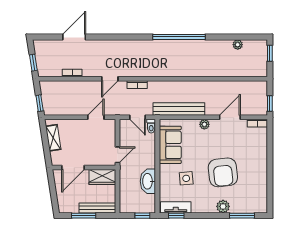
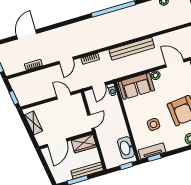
bench: (179, 109) -> (132, 49), moved
door: (96, 117) -> (64, 96), hinge flipped
door: (138, 117) -> (98, 86), hinge flipped
door: (230, 117) -> (175, 63), hinge flipped
sofa: (170, 145) -> (136, 86), moved, turned 90
washbasin: (148, 181) -> (126, 148), moved

